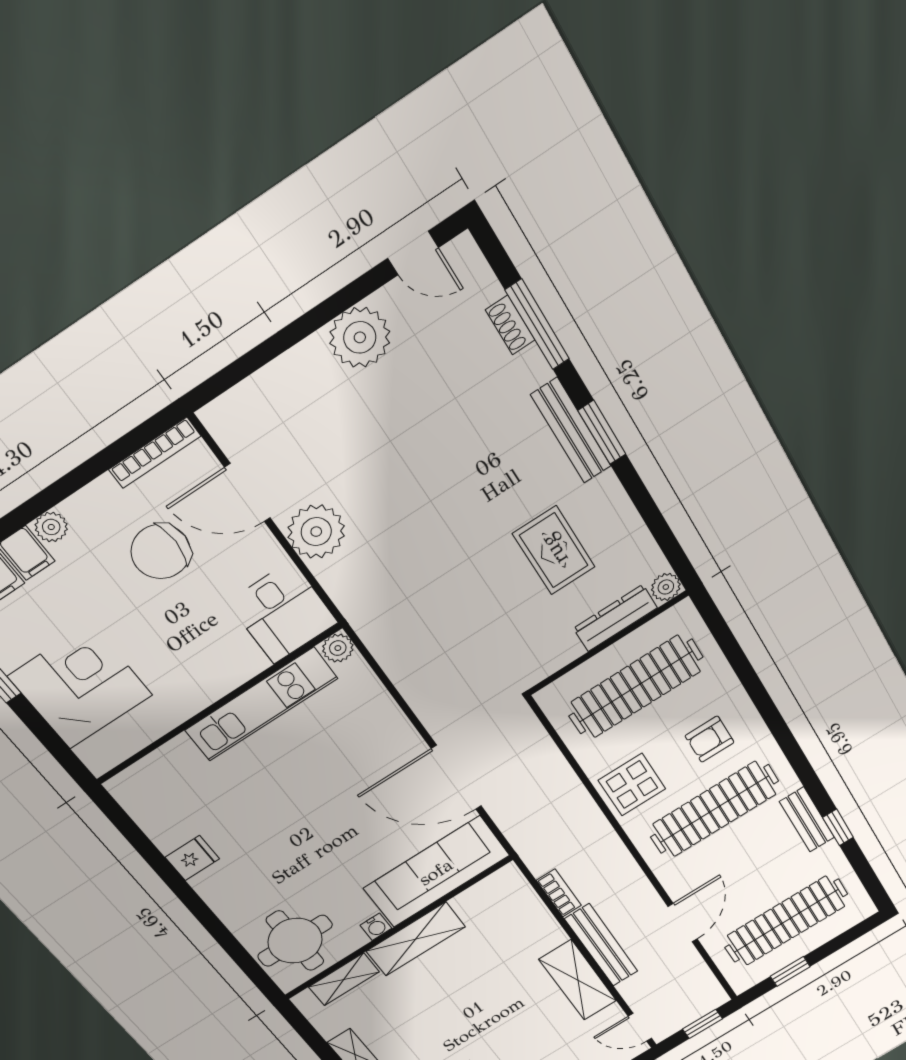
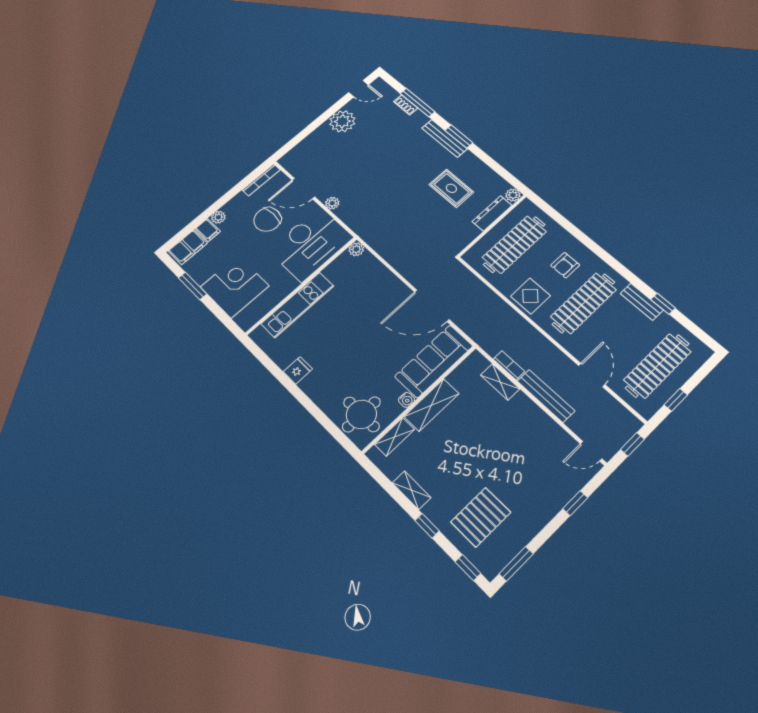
plant: (316, 532) -> (332, 203), width x0.53, depth x0.53
desk: (283, 612) -> (311, 244), width x1.87, depth x1.30
kitchen unit: (261, 704) -> (297, 305), moved
shelving: (578, 980) -> (500, 382), moved, width x0.67, depth x0.75

